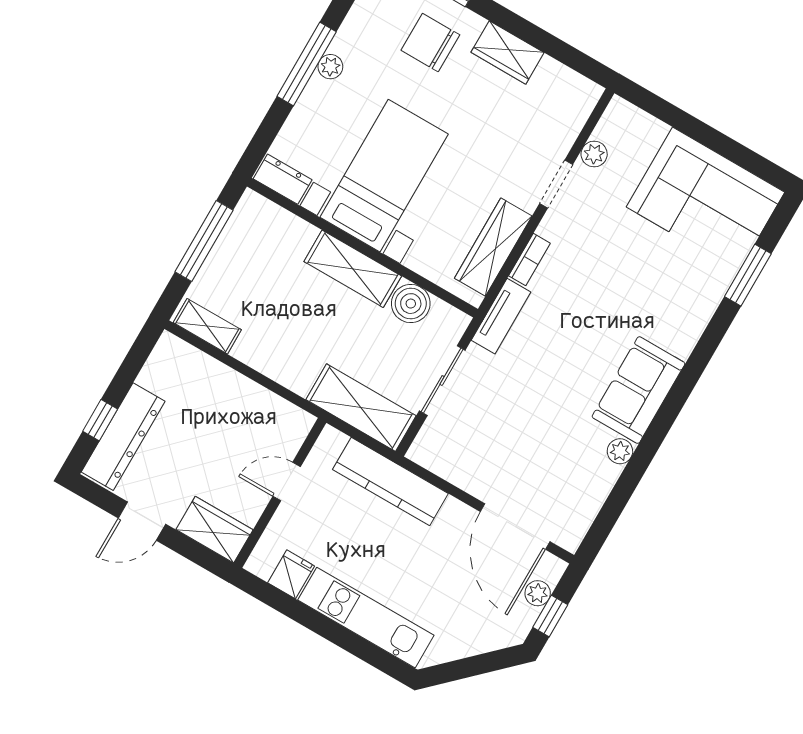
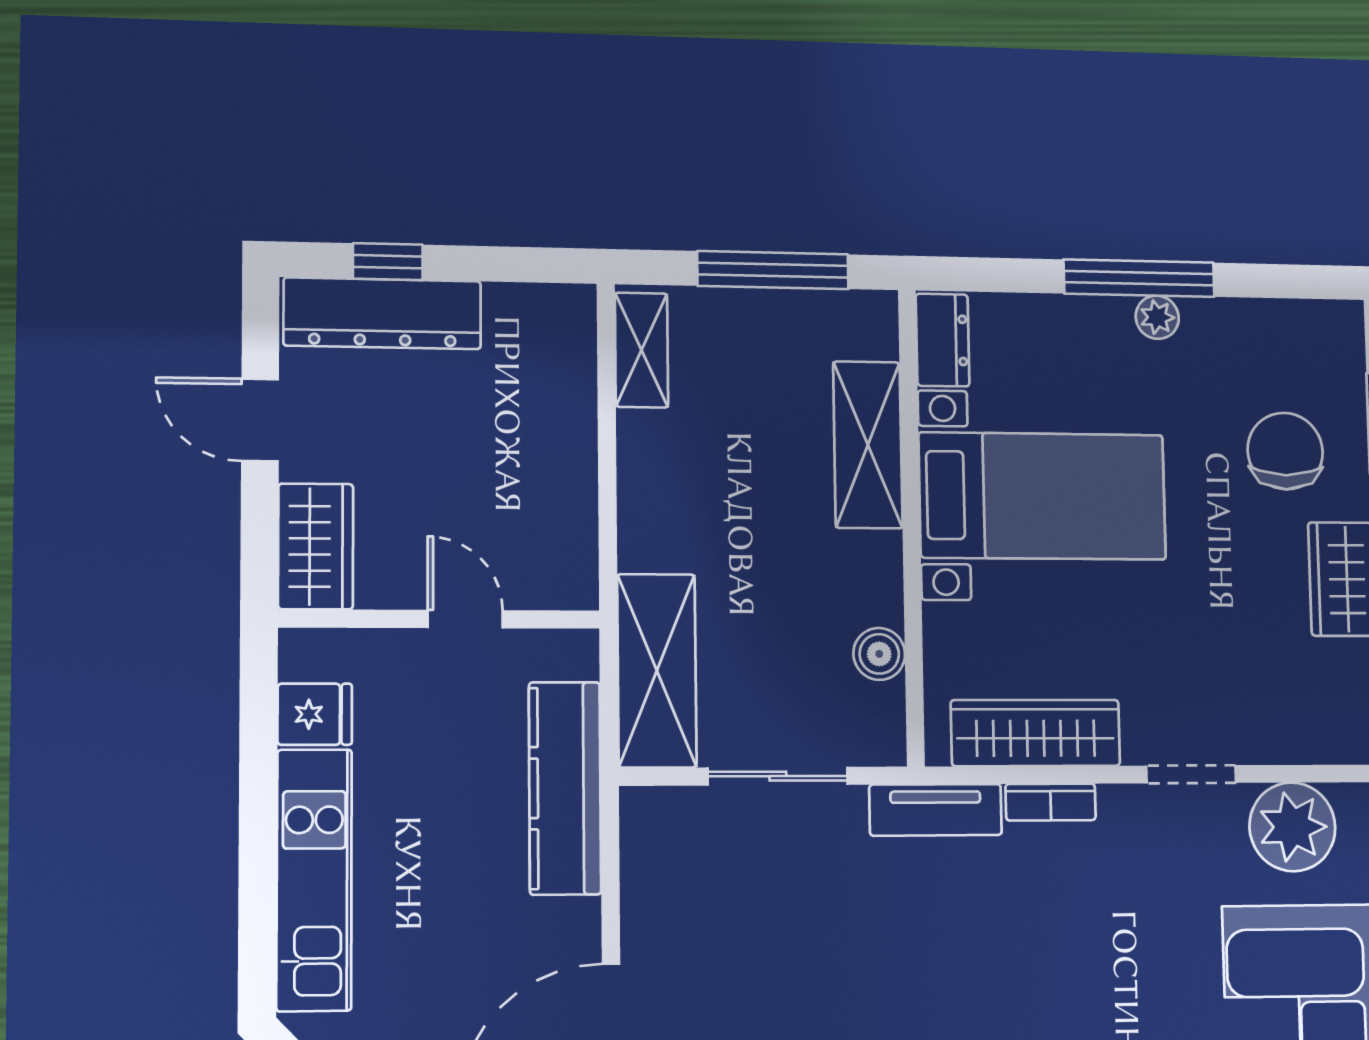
plant: (594, 154) -> (1292, 827), width x1.88, depth x1.88
shelving: (353, 269) -> (868, 445), moved
boiler: (411, 304) -> (879, 654), width x0.73, depth x0.73

